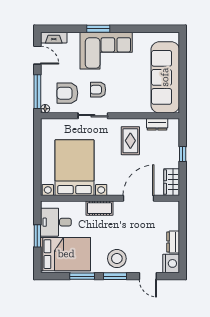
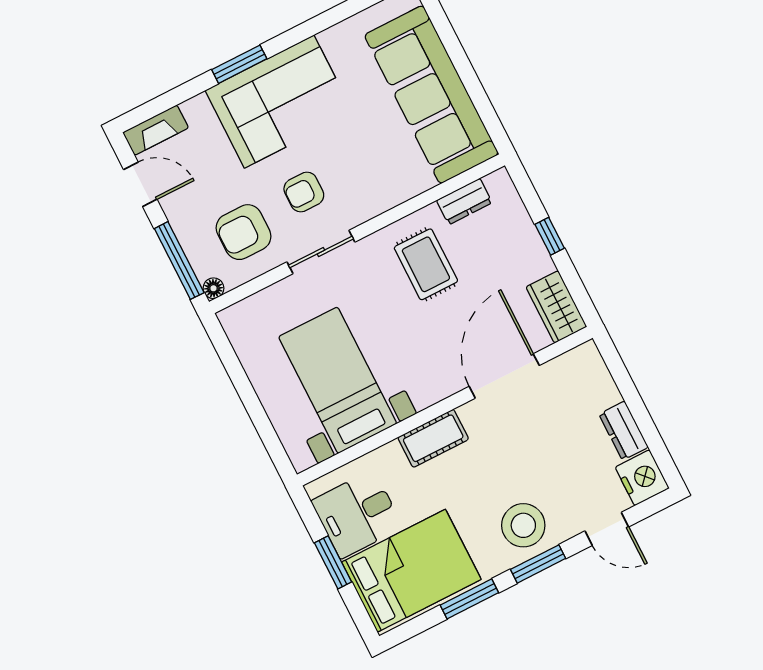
bed with nightstands: (74, 168) -> (338, 380), width x0.73

